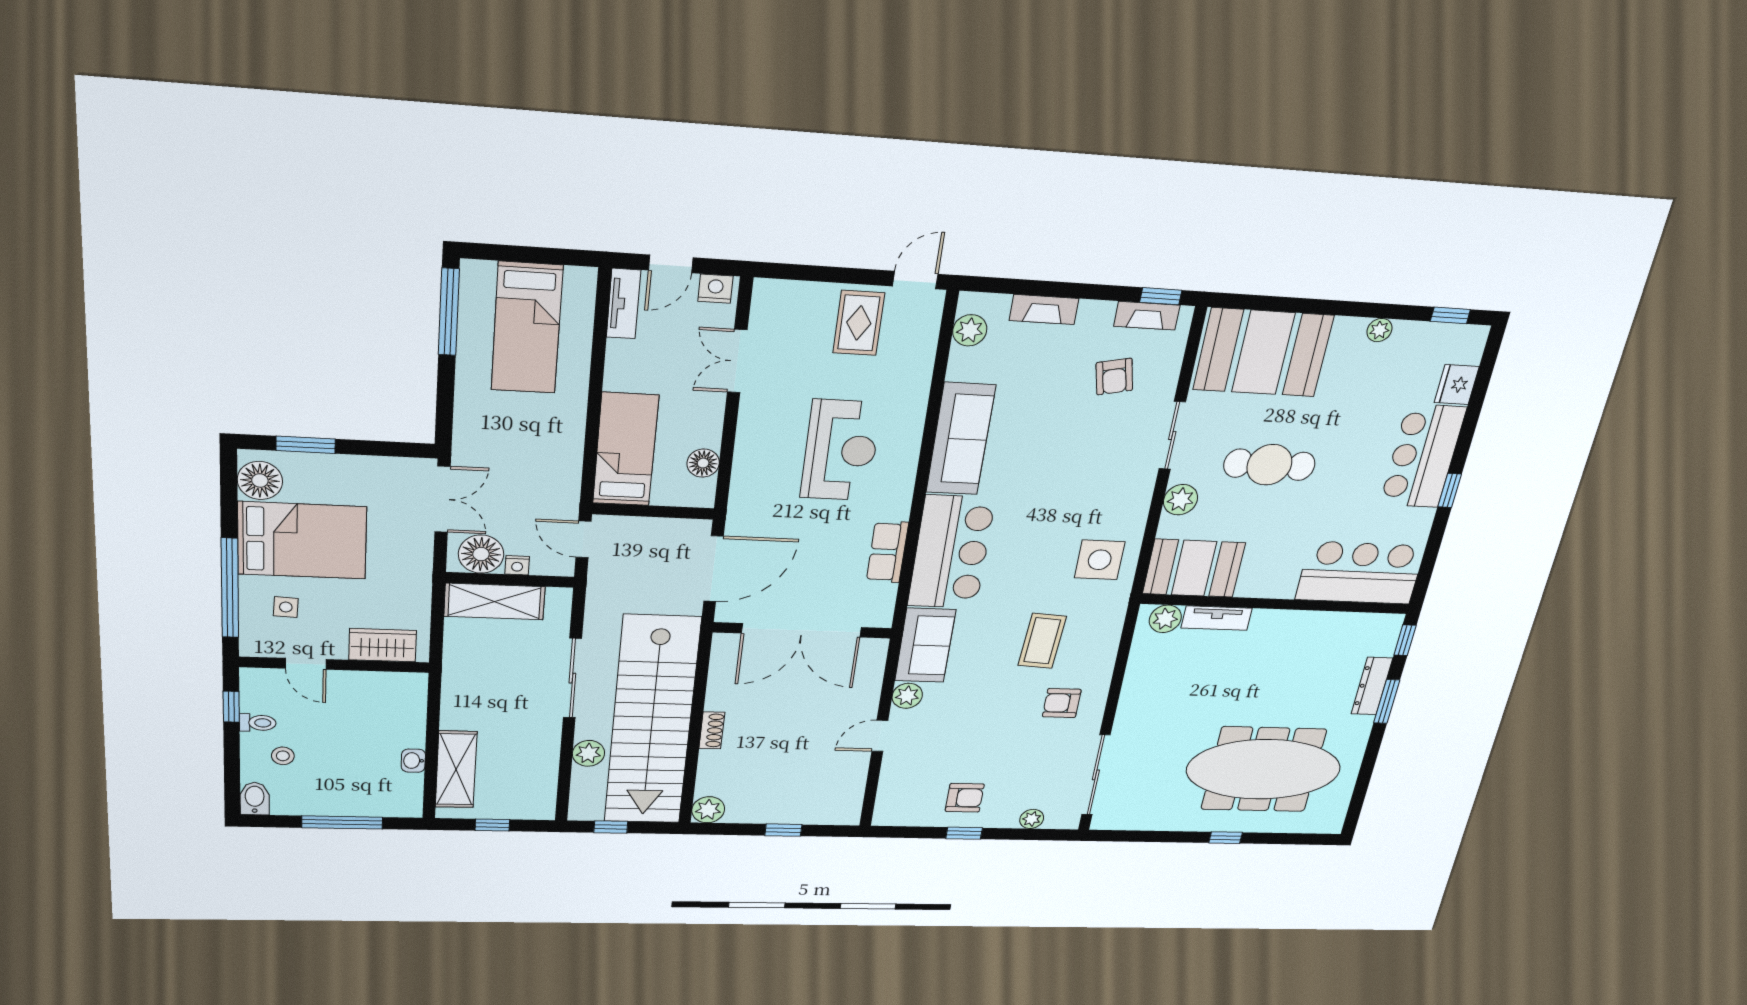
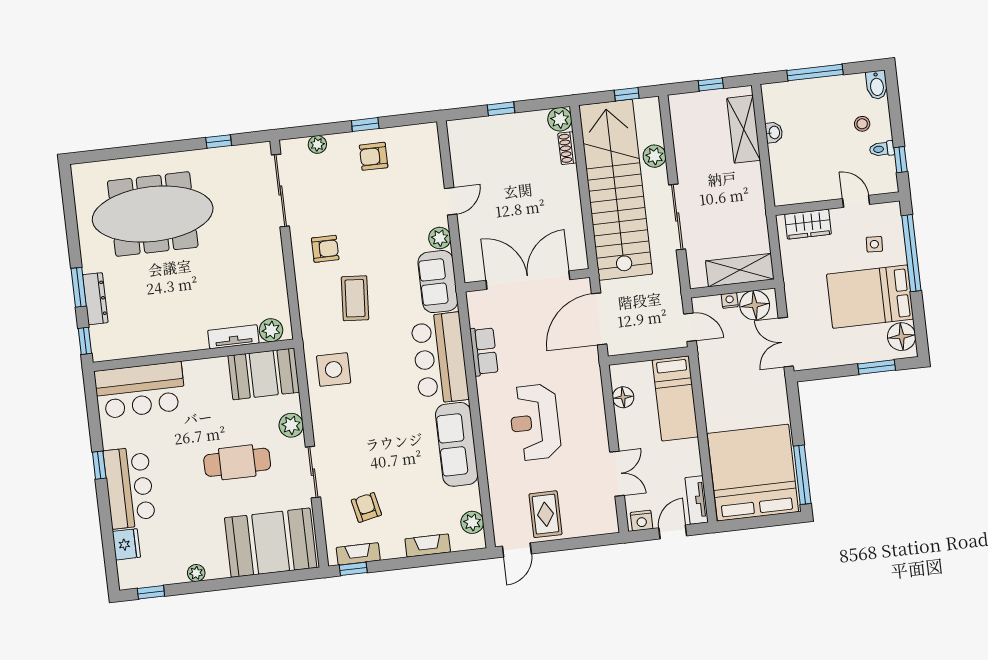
bed: (527, 328) -> (753, 473), width x2.04
shoe rack: (712, 730) -> (567, 148), moved
window: (1226, 838) -> (219, 141), moved

